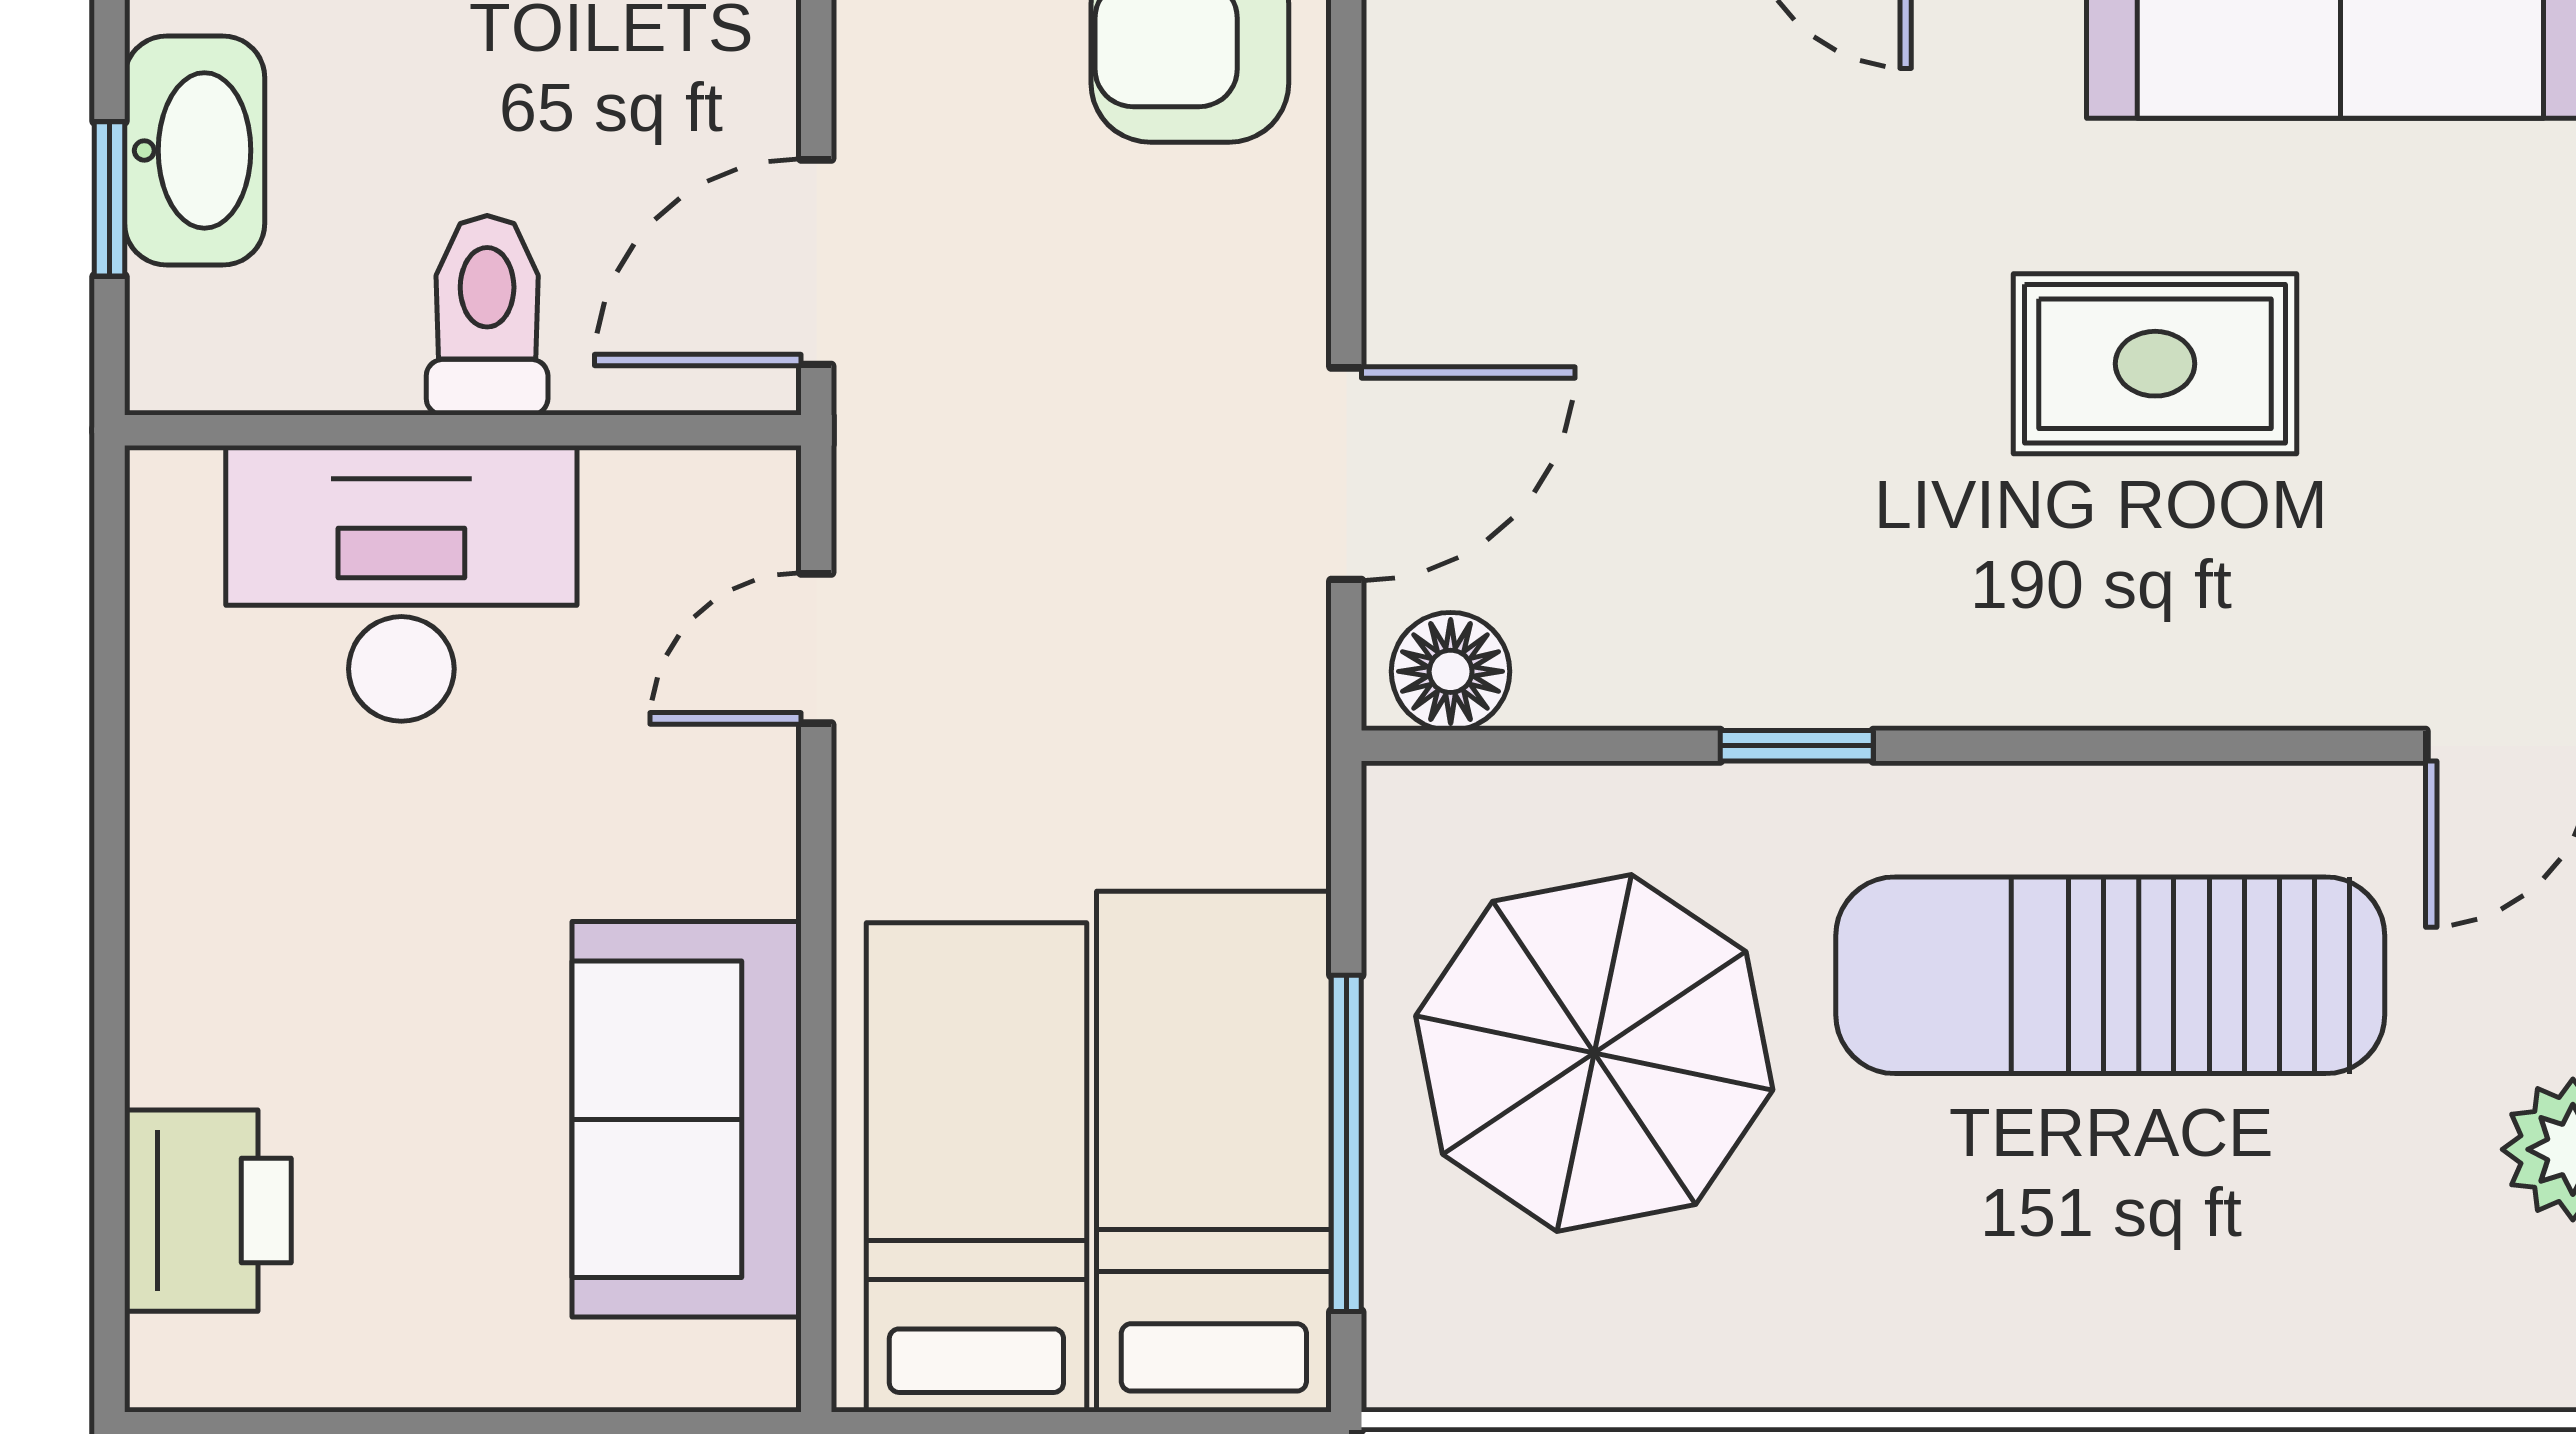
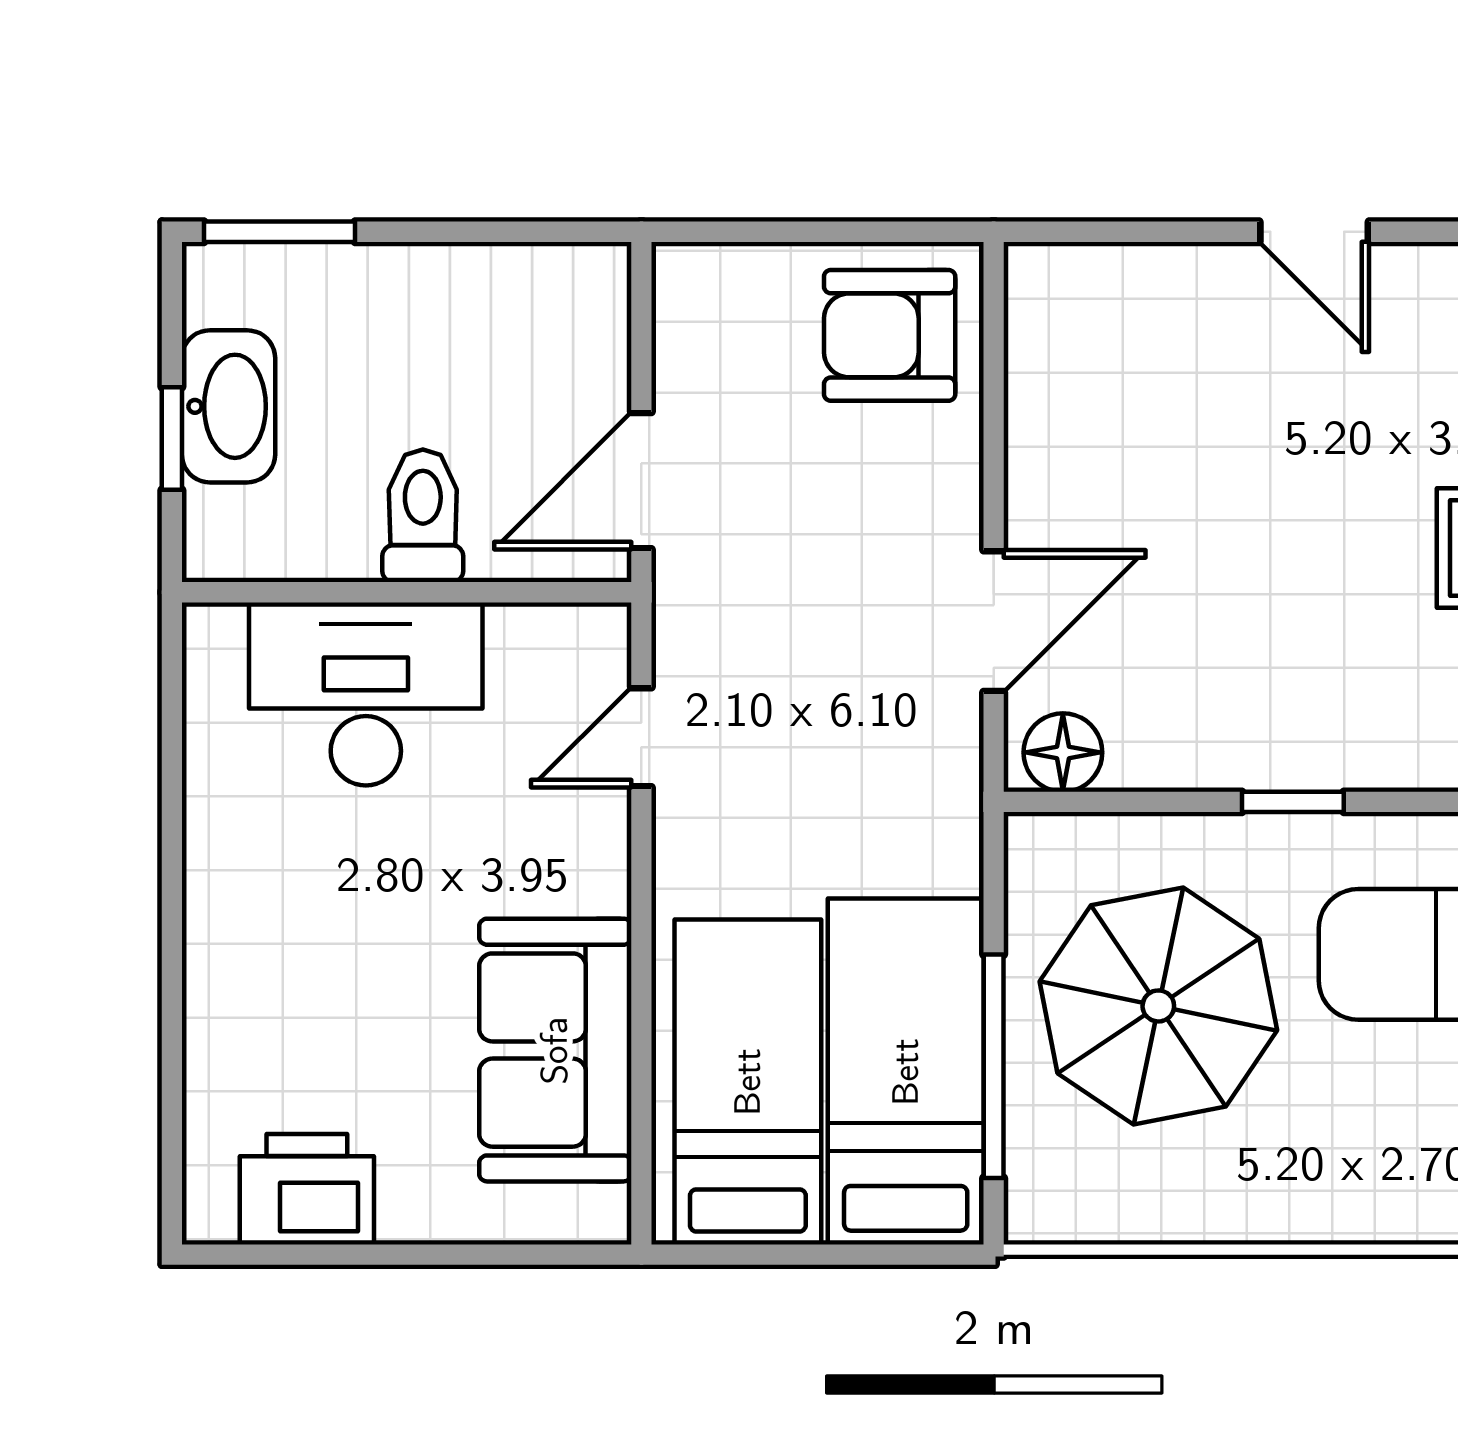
printer: (208, 1211) -> (307, 1189), moved, turned -90

